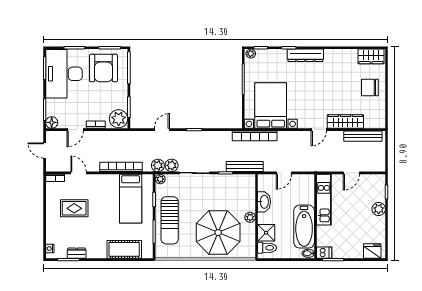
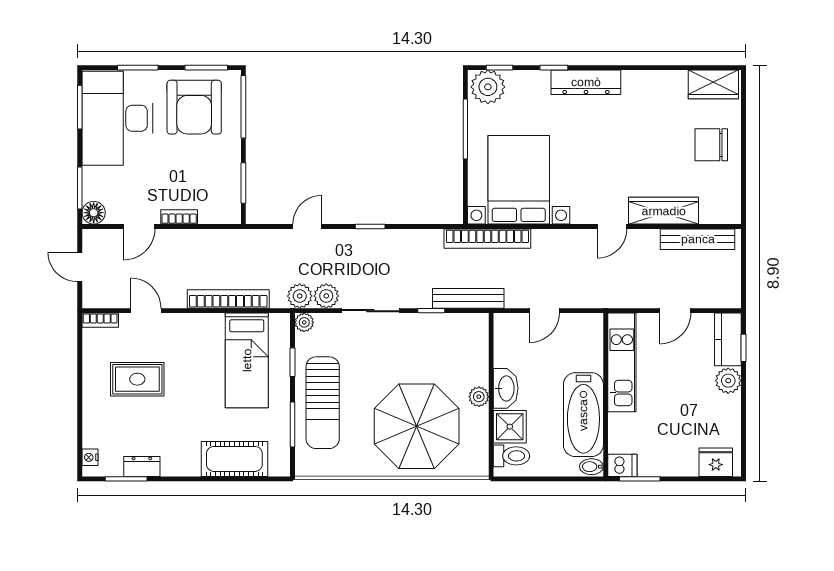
plant: (251, 54) -> (488, 87), width x1.88, depth x1.88
plant: (119, 119) -> (223, 205), removed
kitchen counter: (379, 188) -> (728, 339), added
washbasin: (264, 202) -> (506, 388), moved

